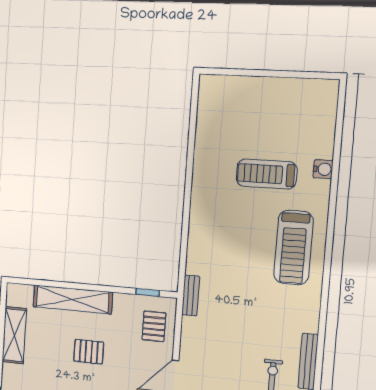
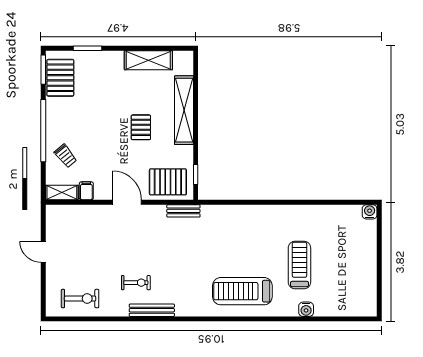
water cooler: (207, 83) -> (370, 212), added
bench: (191, 295) -> (183, 211), moved
pallet: (154, 326) -> (168, 182), width x1.50, depth x1.42

